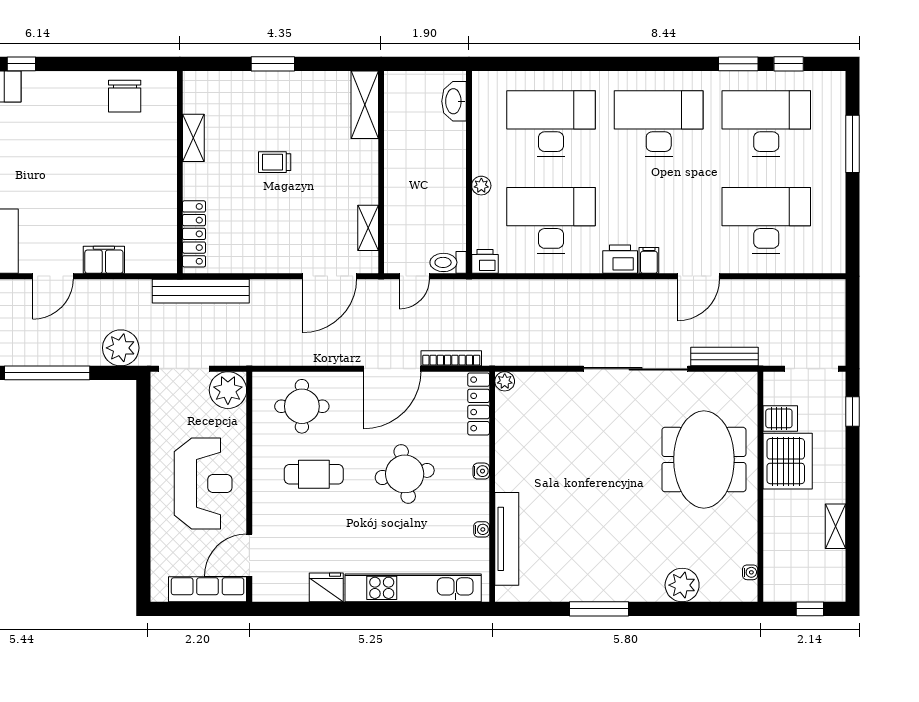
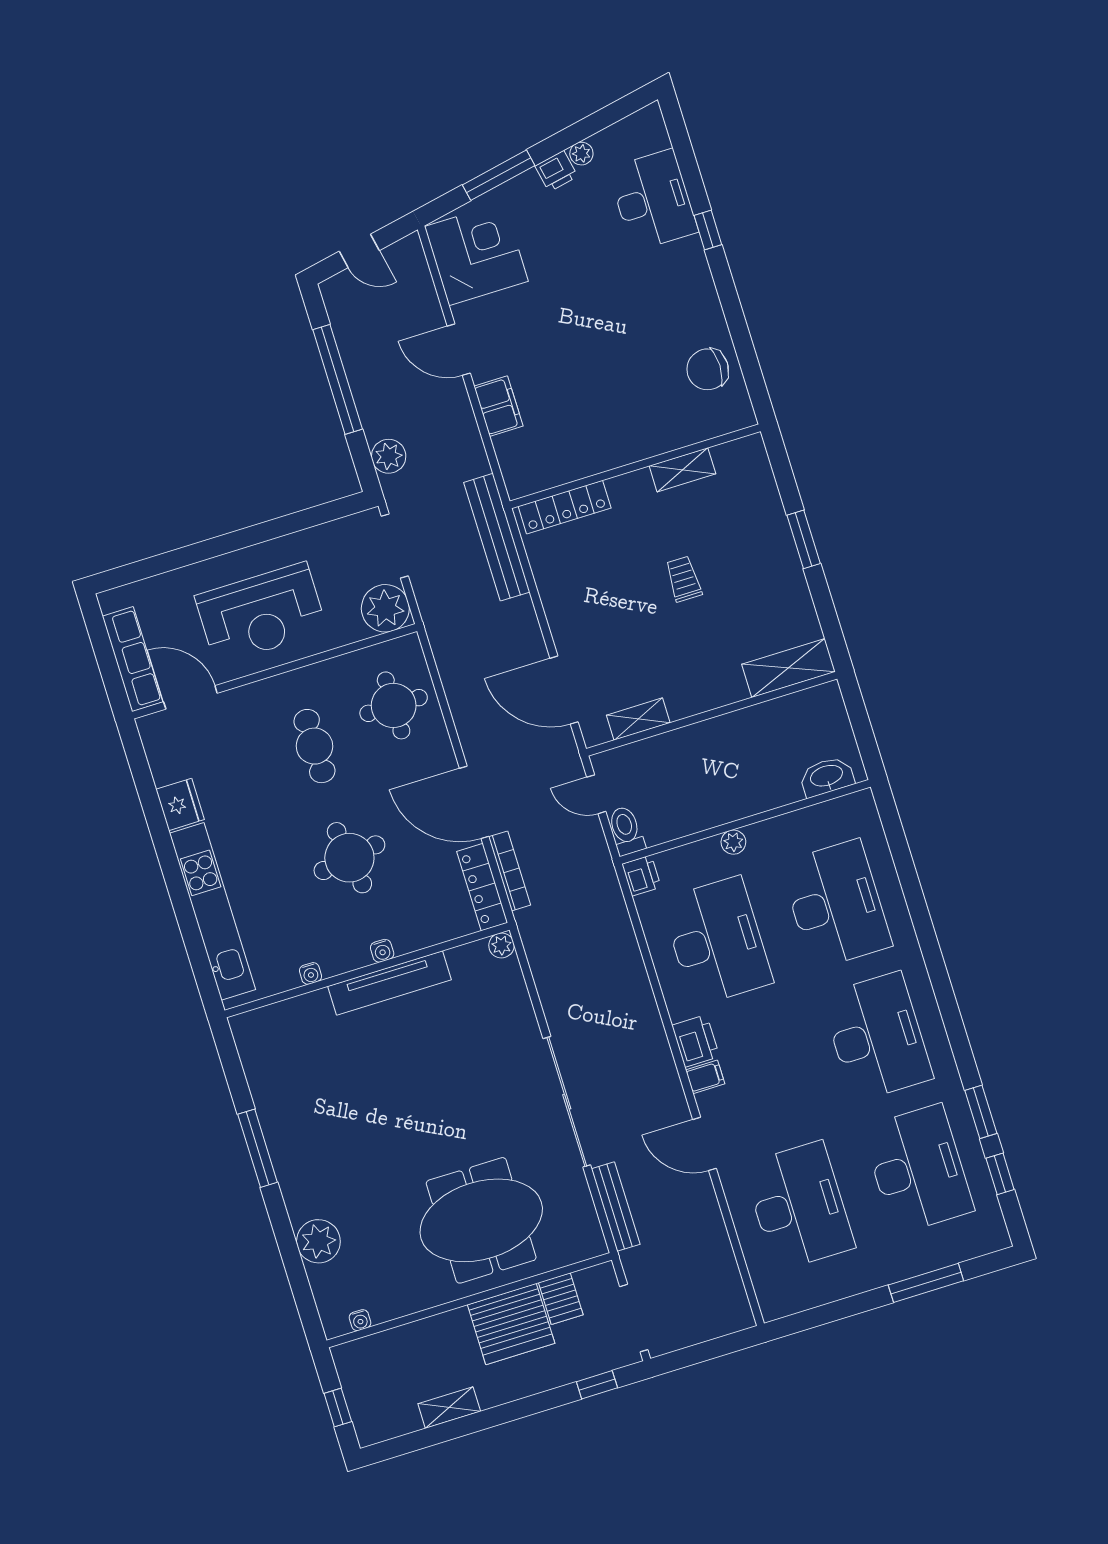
plant: (121, 348) -> (389, 456), width x0.73, depth x0.73
locker: (479, 404) -> (482, 887), moved, turned -90
tv unit: (507, 539) -> (389, 983), moved

